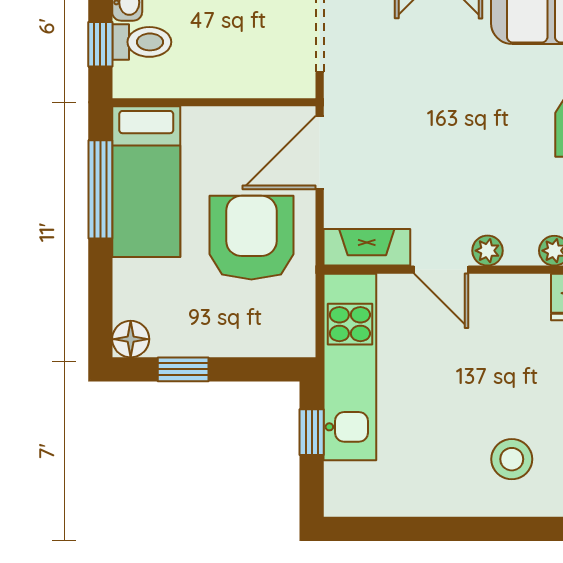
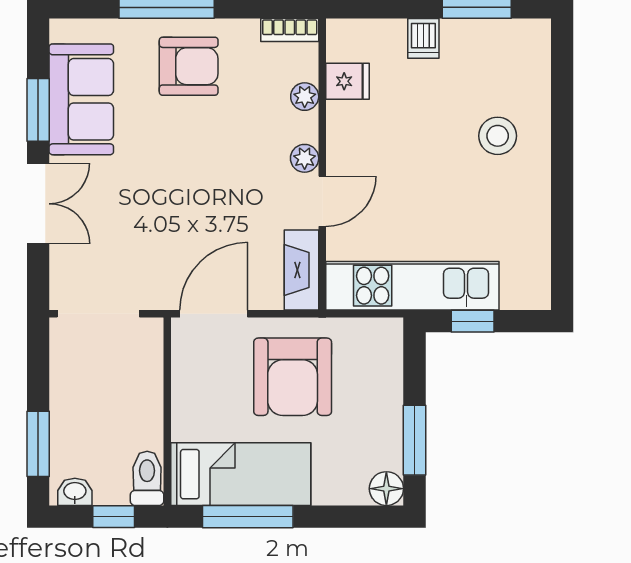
toilet: (142, 42) -> (147, 478), moved
door: (320, 153) -> (214, 314), swing flipped
armchair: (251, 238) -> (293, 377), turned -90
window: (183, 369) -> (415, 440), width x1.50

